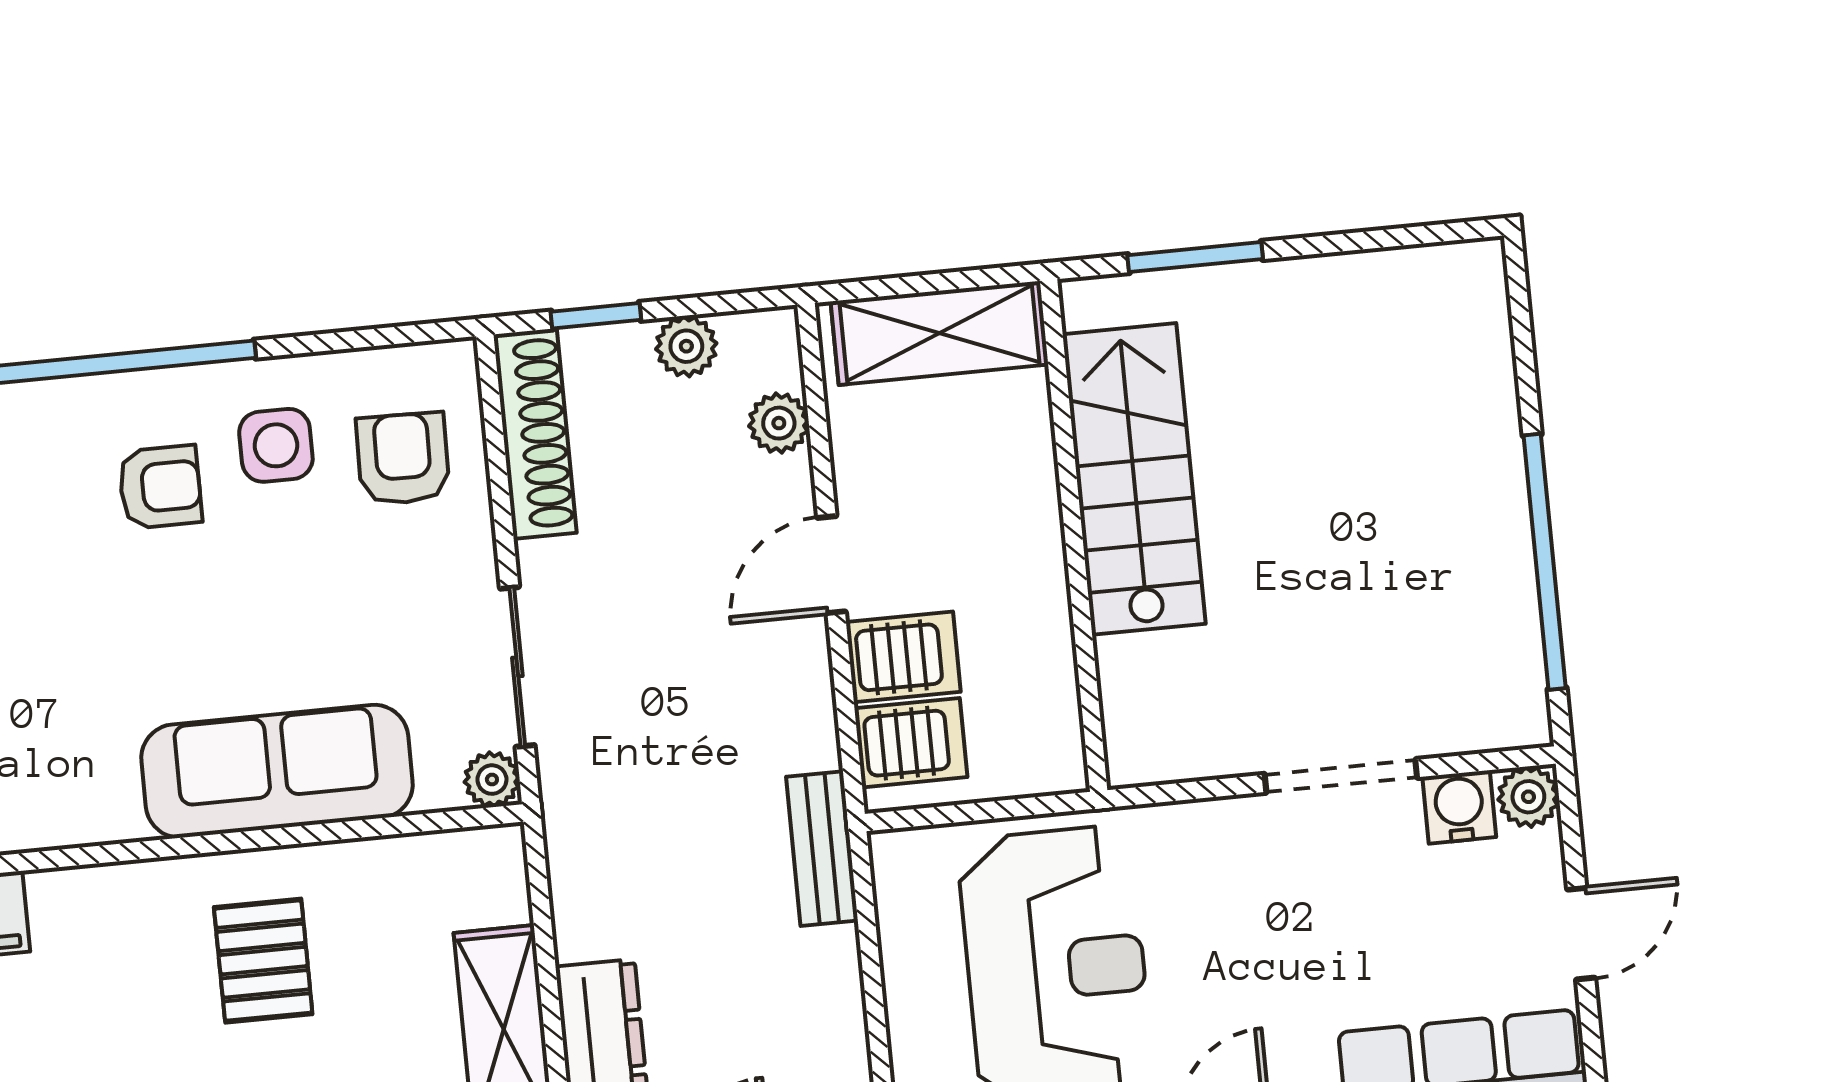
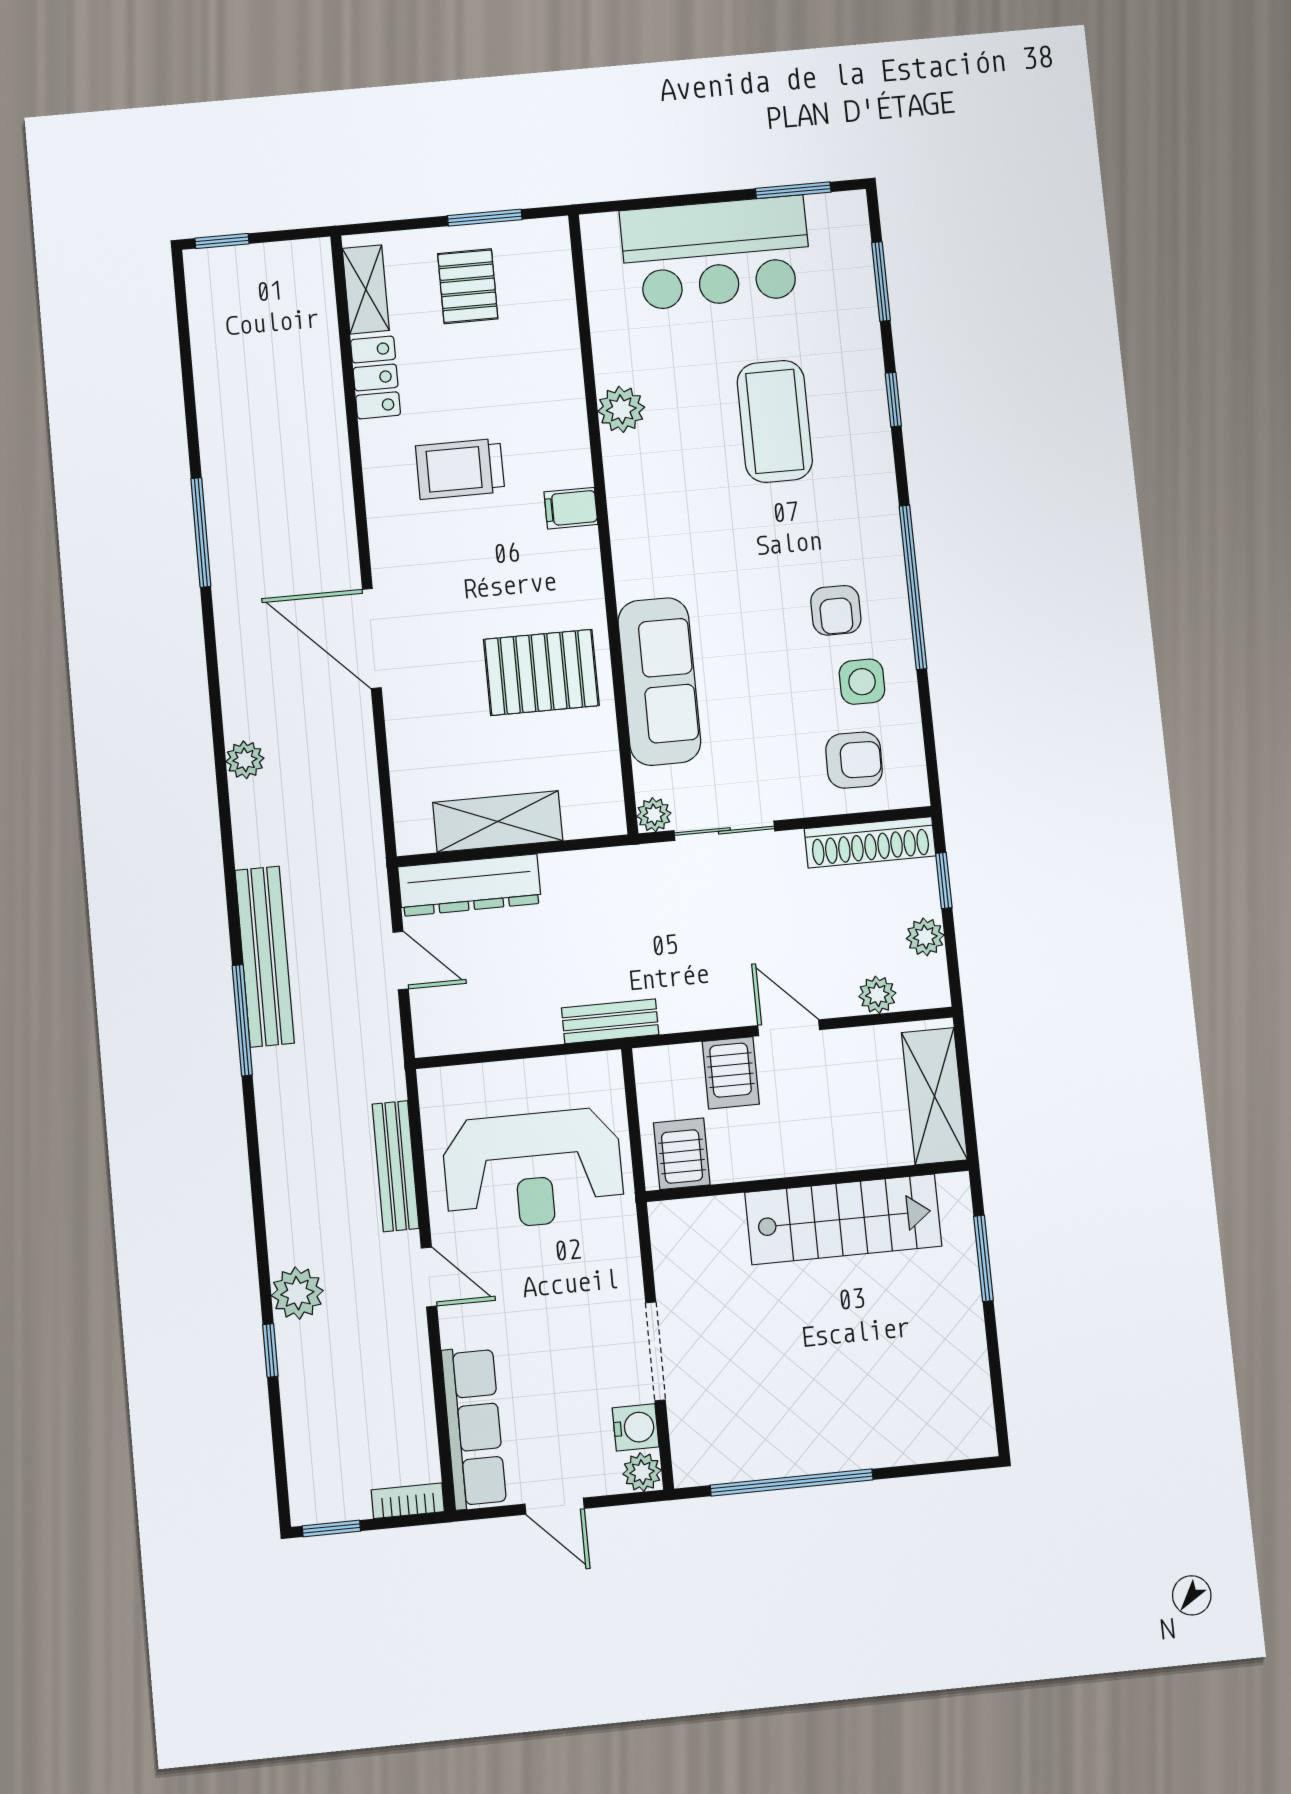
server rack: (911, 743) -> (682, 1154), moved, turned 180
pallet: (263, 961) -> (541, 672), width x1.50, depth x1.42

